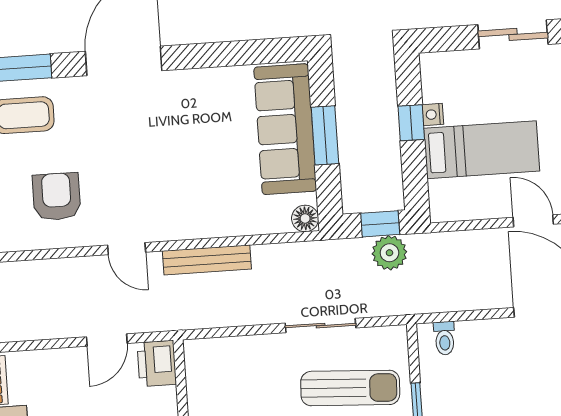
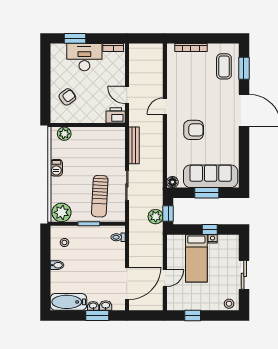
armchair: (57, 197) -> (194, 130), moved
bench: (207, 260) -> (134, 145), moved

